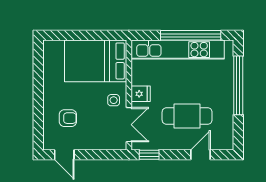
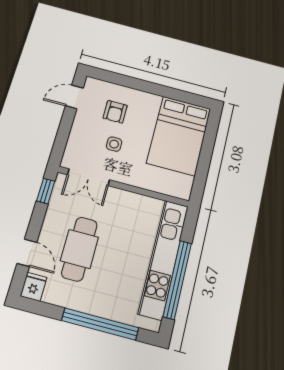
bed: (96, 61) -> (179, 136), moved, turned 180
fridge: (141, 94) -> (34, 287), moved, turned 180
side table: (114, 100) -> (114, 144), moved

